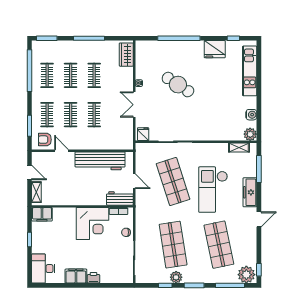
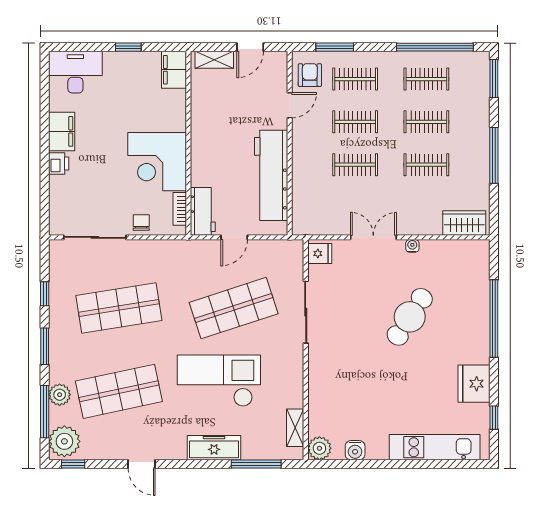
door: (259, 219) -> (142, 464), moved
plant: (176, 277) -> (60, 395), moved

